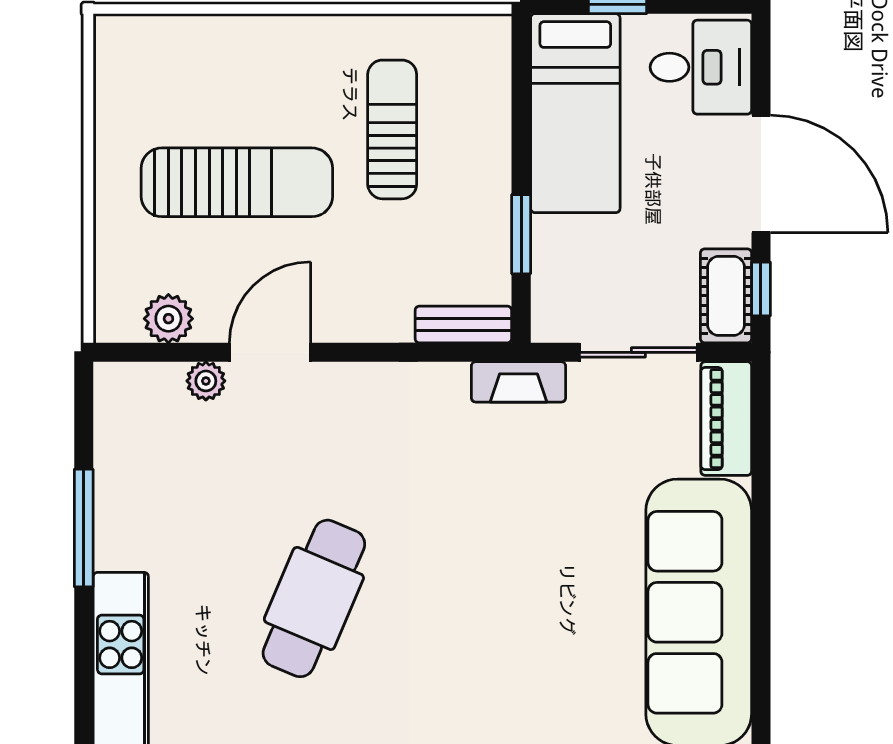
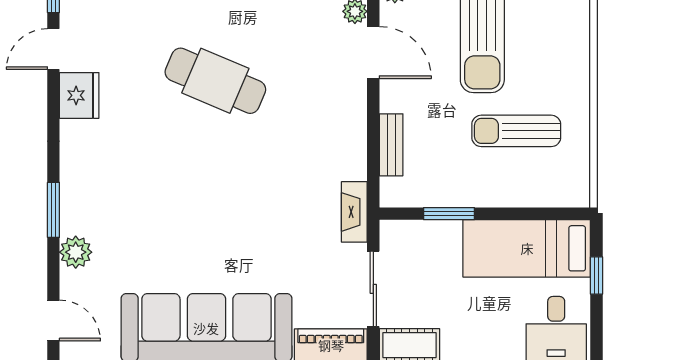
sun lounger: (392, 129) -> (516, 131), turned 180
bench: (463, 325) -> (391, 145), moved

